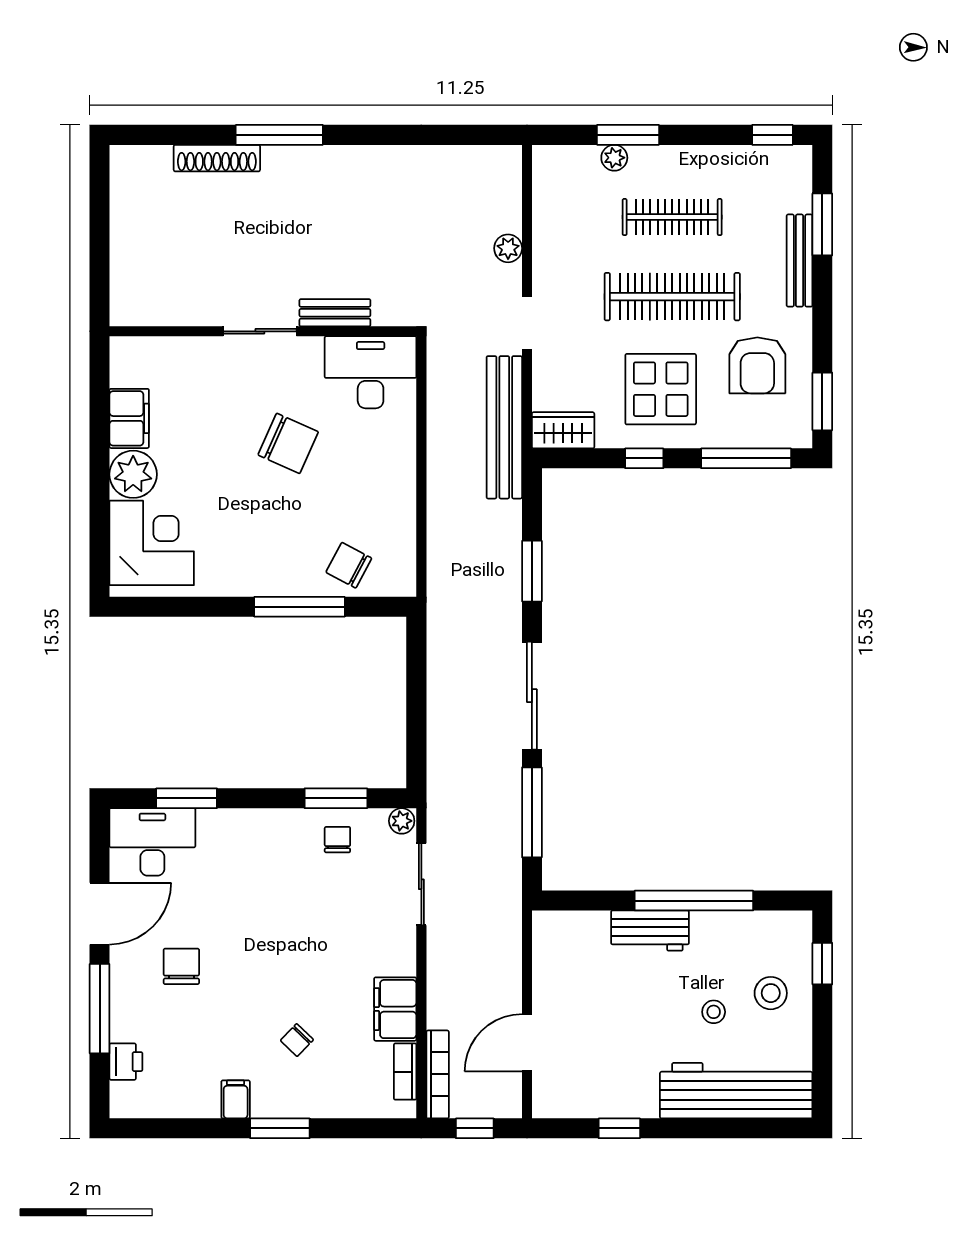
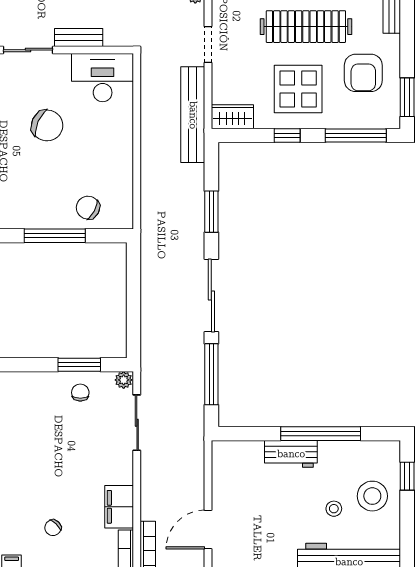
stool: (771, 993) -> (372, 496), width x1.38, depth x1.38

